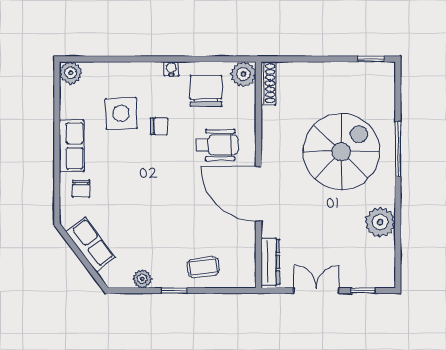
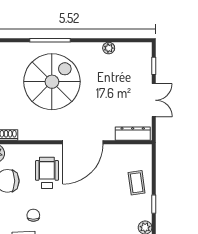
spiral stairs: (341, 152) -> (52, 82), turned 90
plant: (380, 222) -> (109, 48), width x0.53, depth x0.53
double door: (316, 291) -> (154, 100), swing flipped

